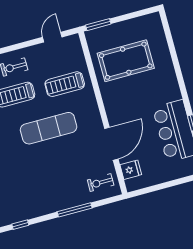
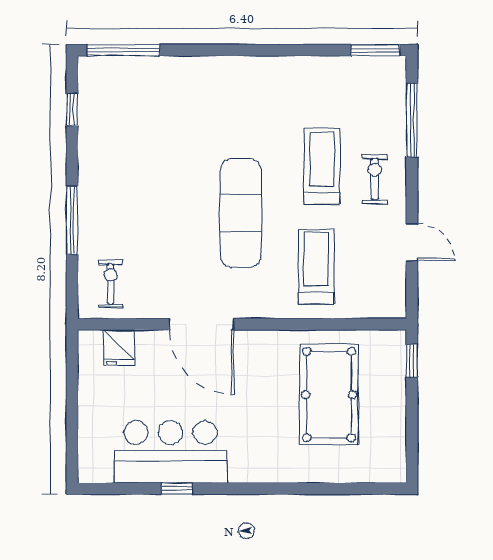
window: (98, 25) -> (412, 361), width x0.67
door: (52, 37) -> (412, 242), moved
door: (111, 144) -> (201, 324), moved

